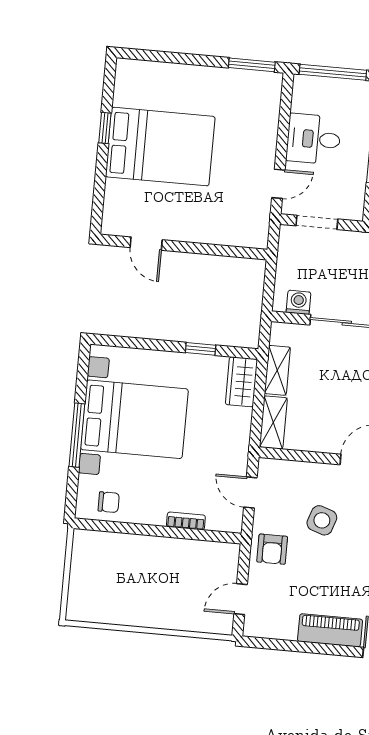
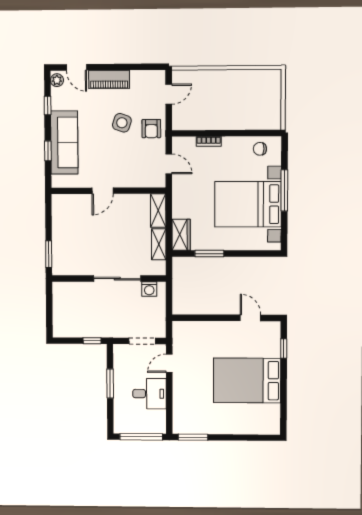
window: (105, 128) -> (284, 349), moved
window: (201, 349) -> (209, 254), width x1.50
side table: (322, 520) -> (122, 123), moved
armchair: (272, 549) -> (151, 129), turned 180

